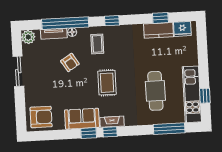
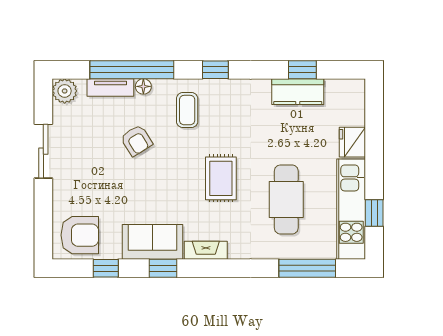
fridge: (182, 29) -> (352, 142), moved, turned 90
rug: (107, 83) -> (221, 178), moved
window: (110, 132) -> (106, 268), moved

